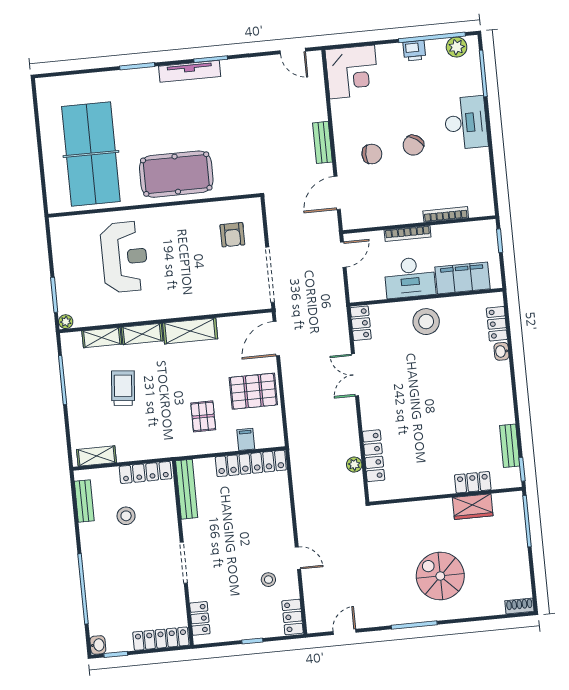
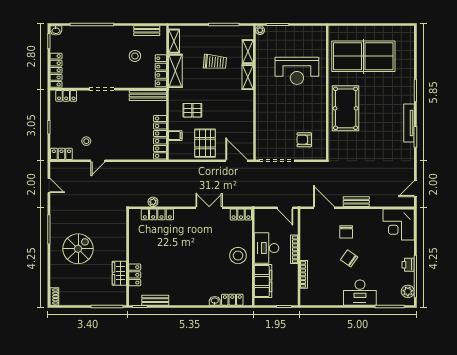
shelving: (190, 331) -> (175, 71), moved

